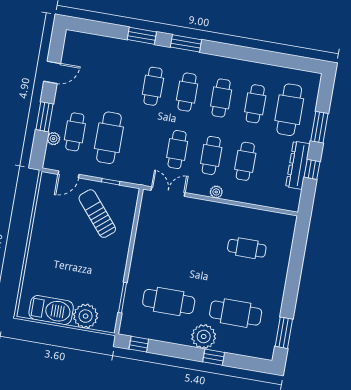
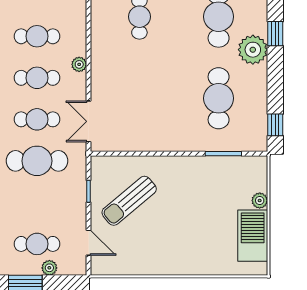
cafe table: (109, 138) -> (37, 161), moved
plant: (86, 316) -> (260, 201), width x0.53, depth x0.53

